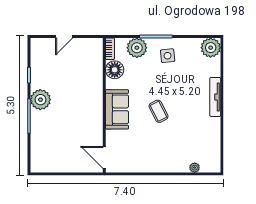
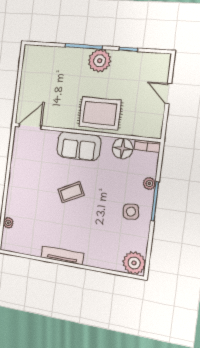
plant: (137, 48) -> (149, 184), width x0.53, depth x0.53
rug: (86, 94) -> (100, 113), added
tv unit: (215, 97) -> (62, 255), moved

